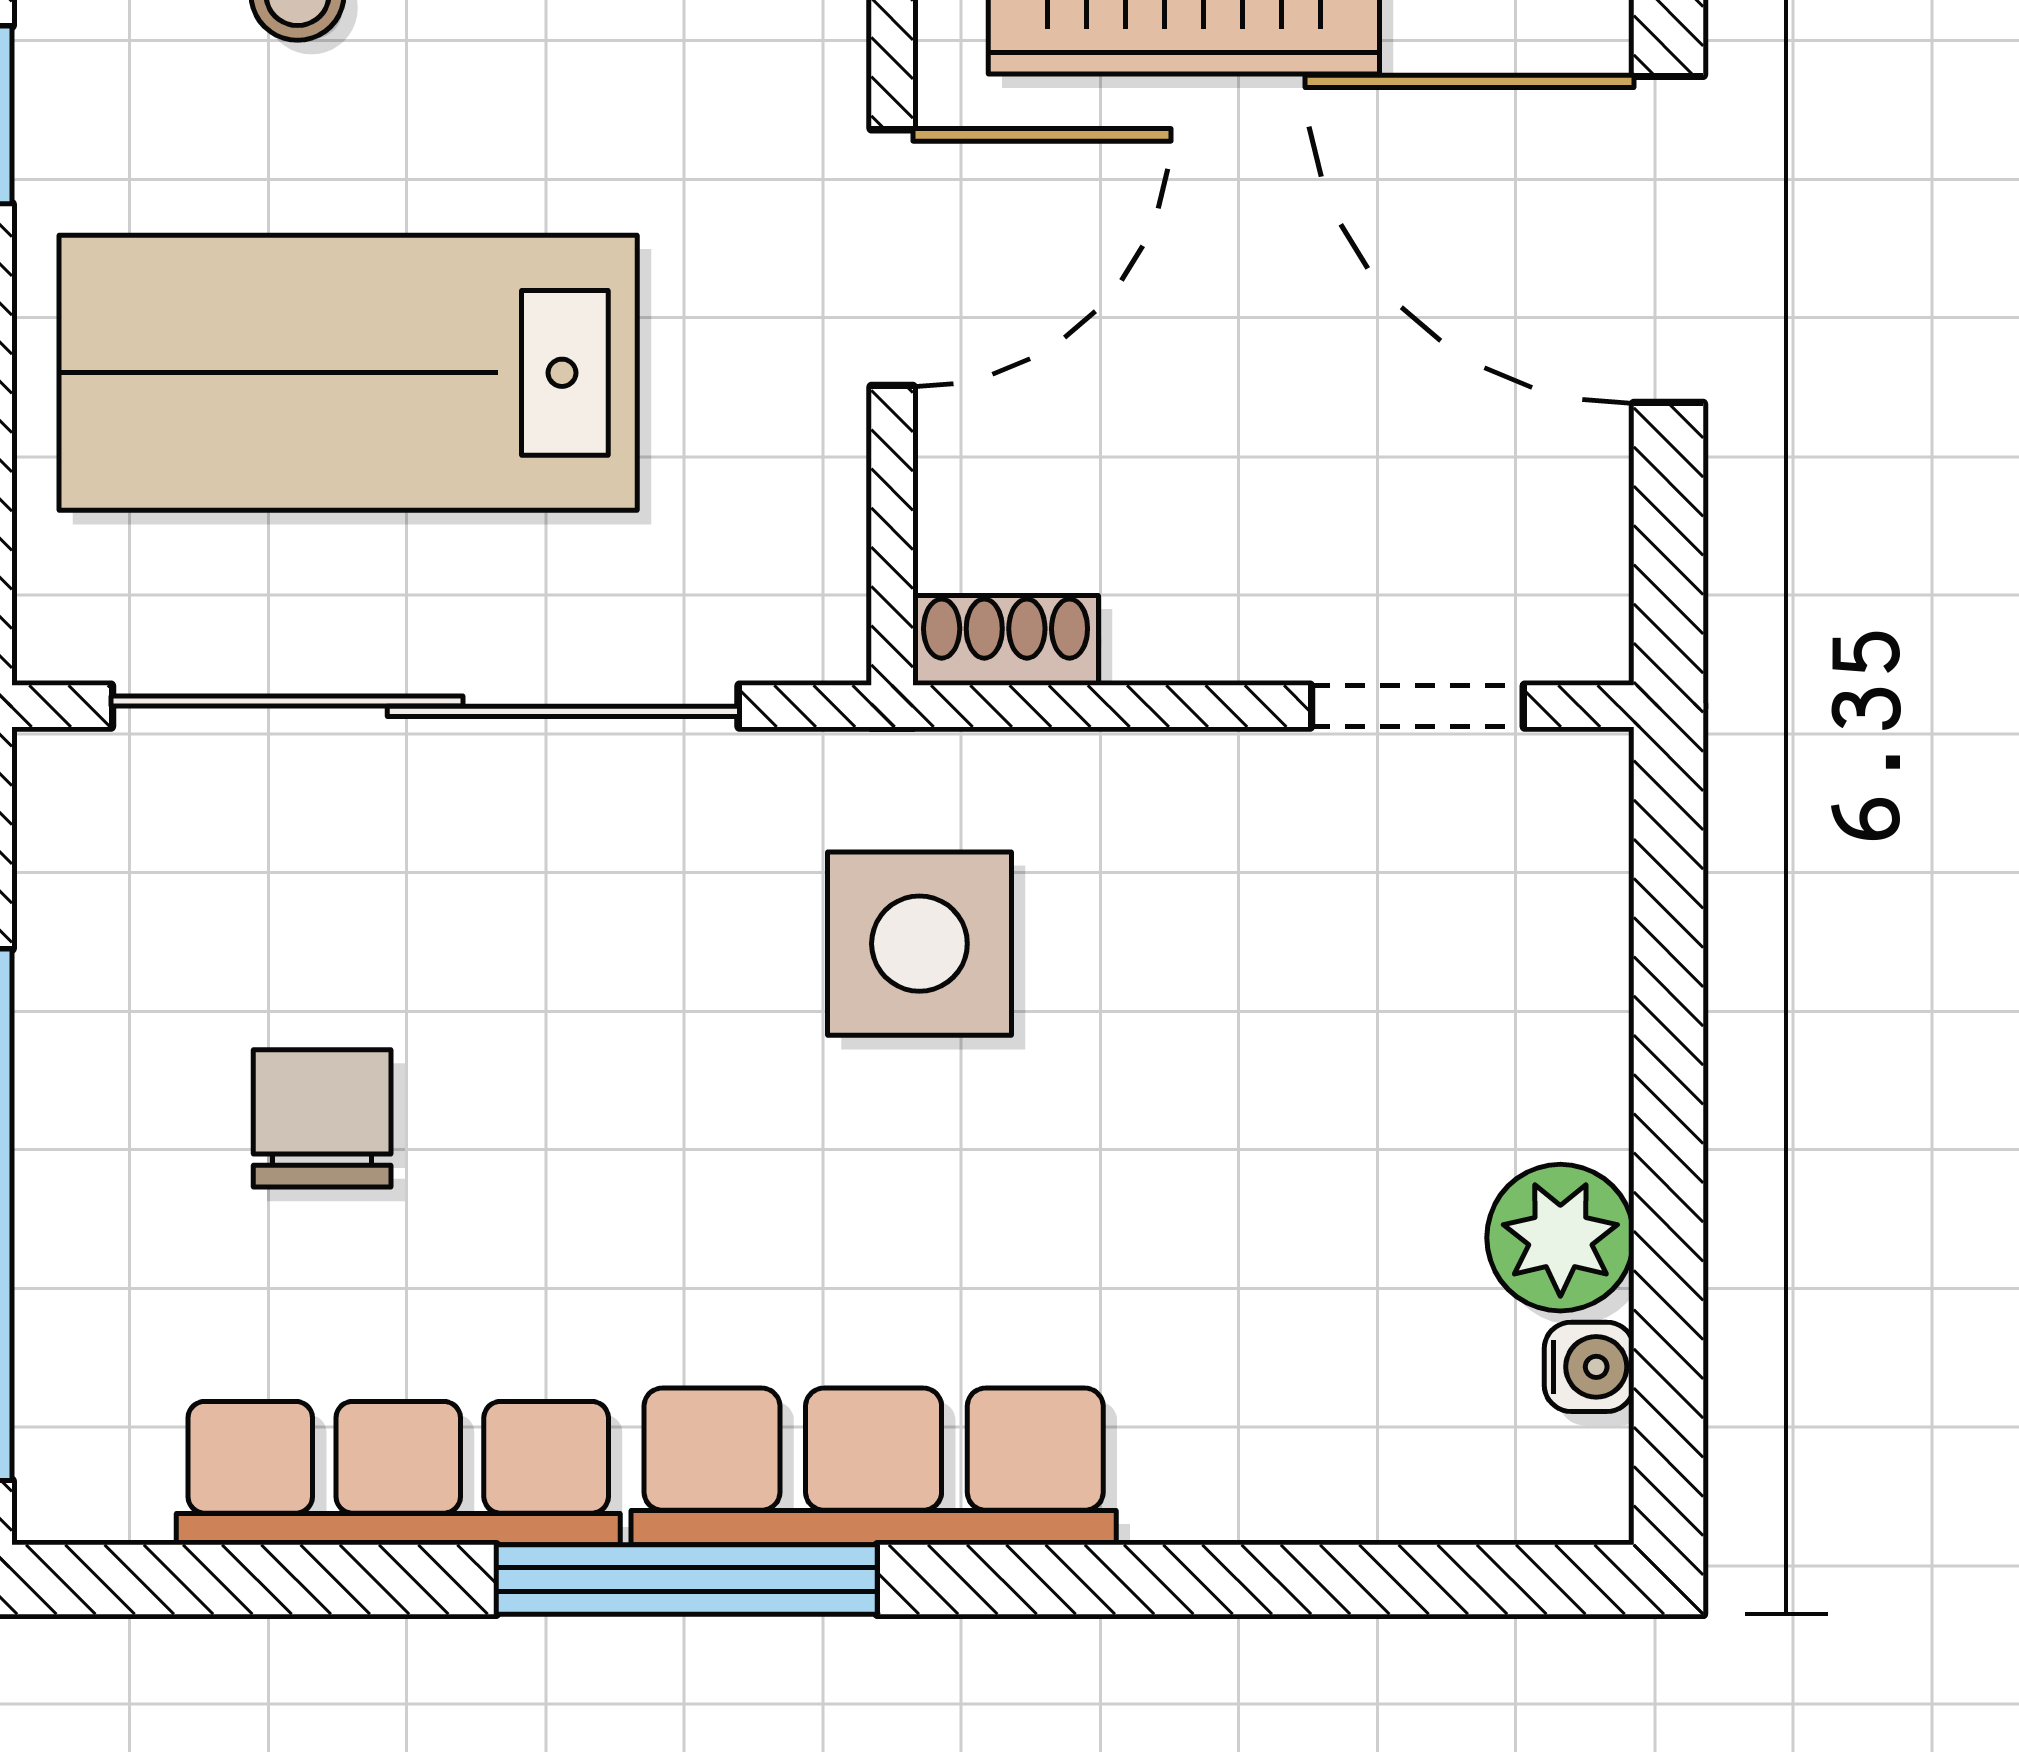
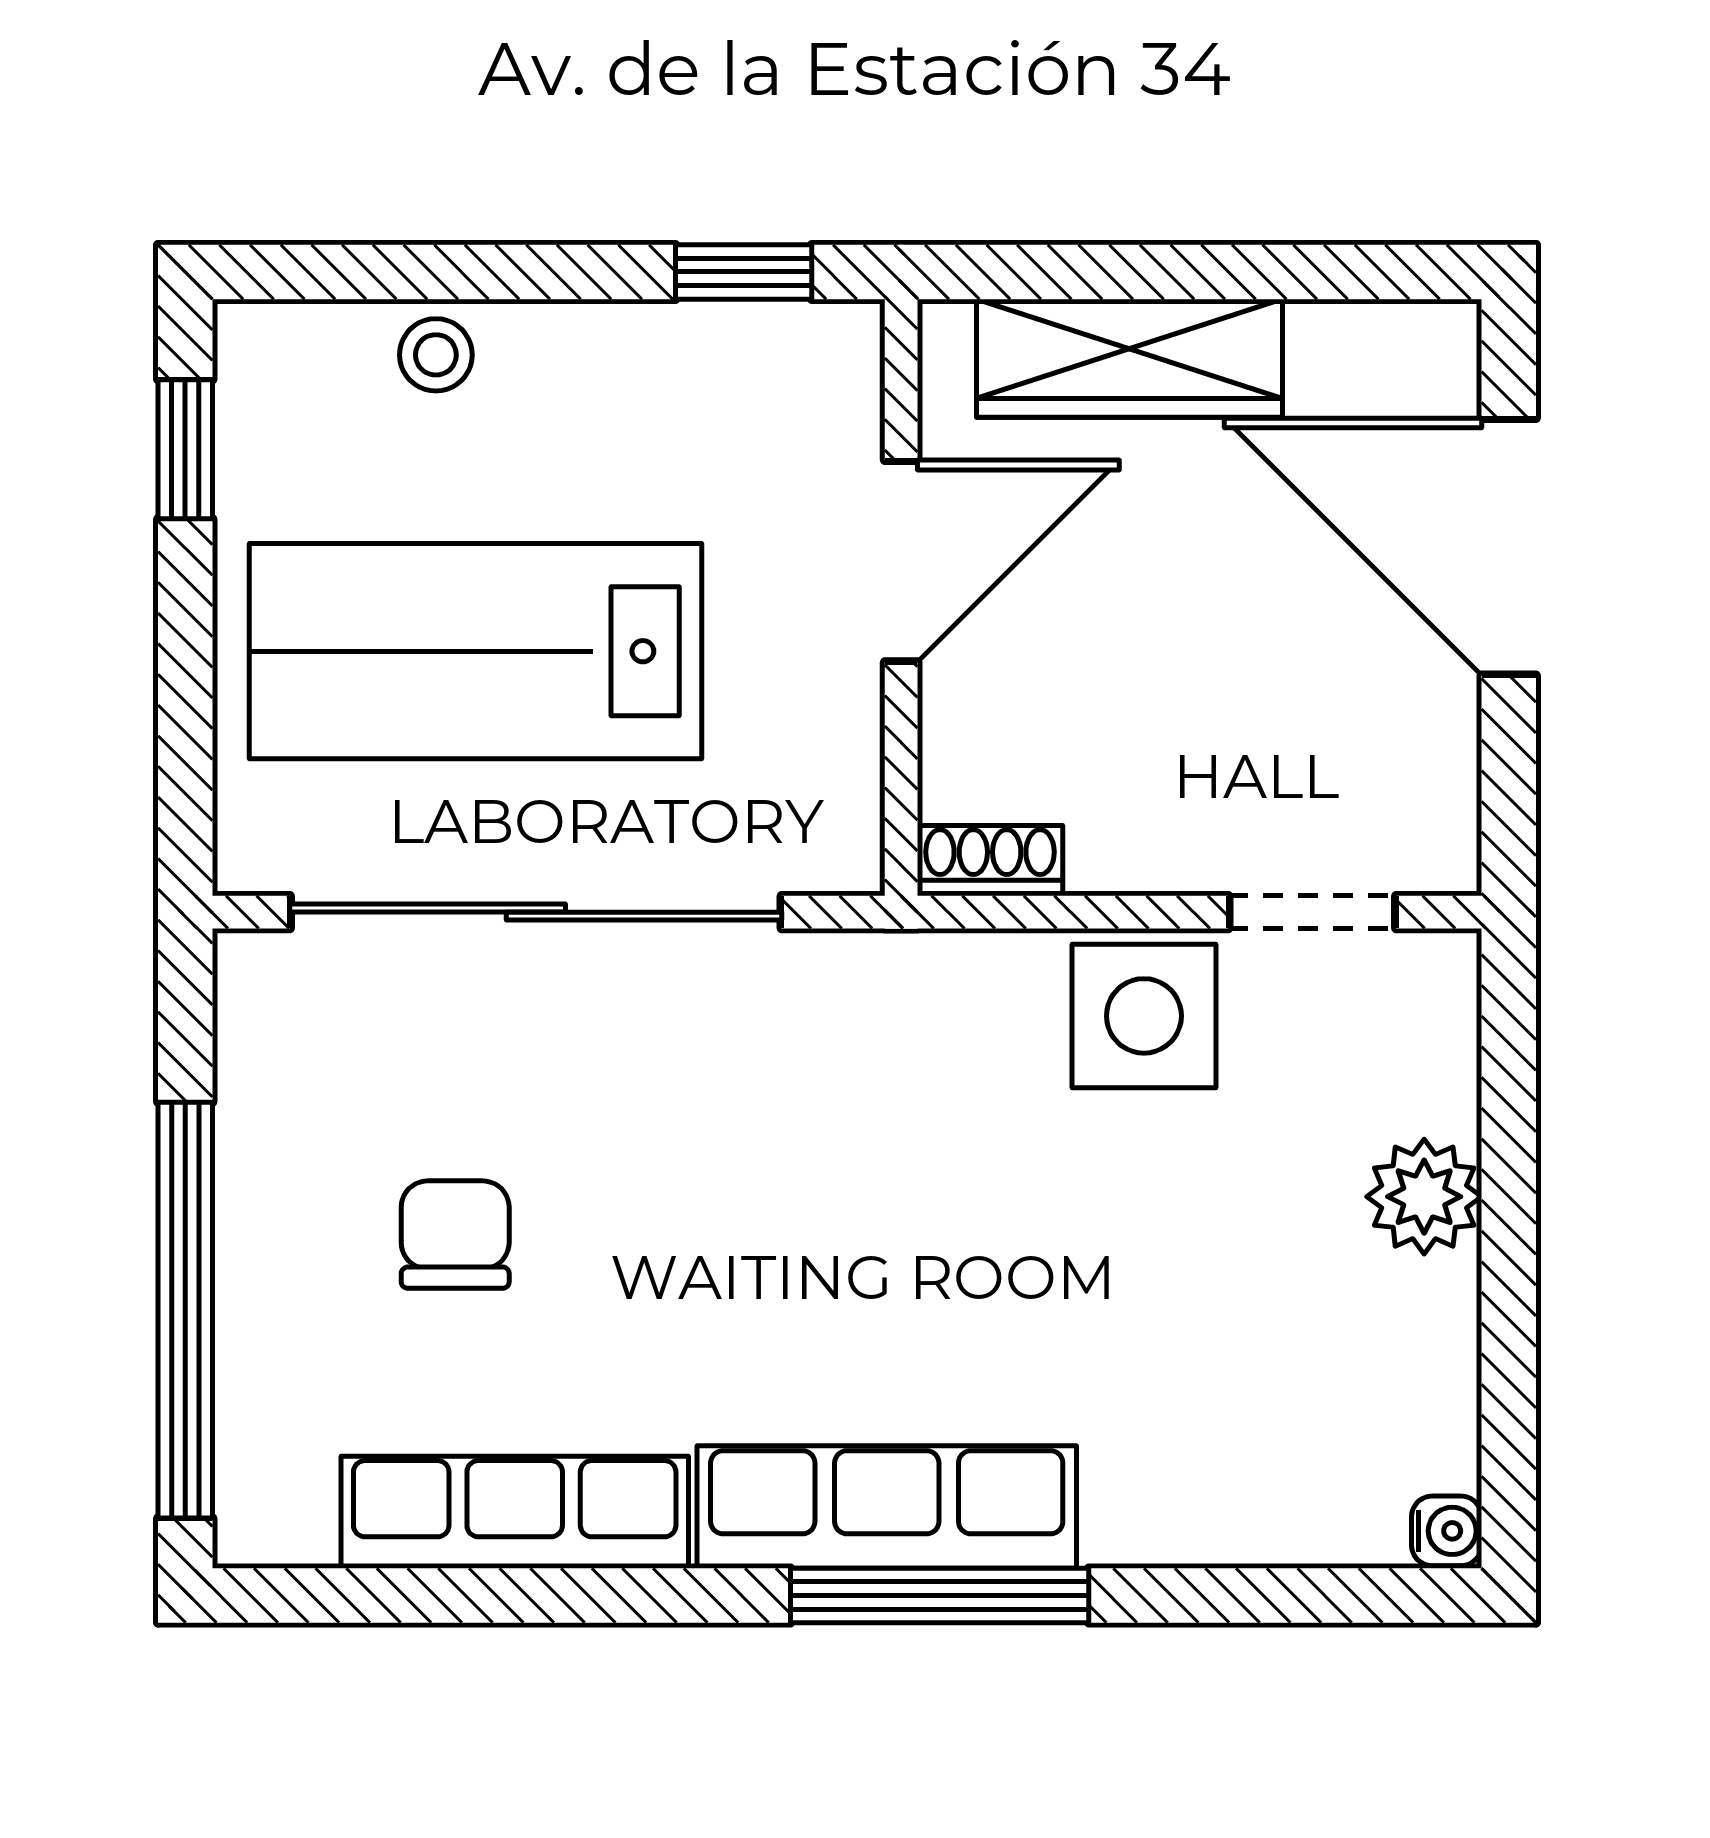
side table: (919, 944) -> (1144, 1016), moved
plant: (1560, 1238) -> (1424, 1197), moved
water cooler: (1589, 1367) -> (1447, 1531), moved
window: (687, 1580) -> (940, 1595), moved

